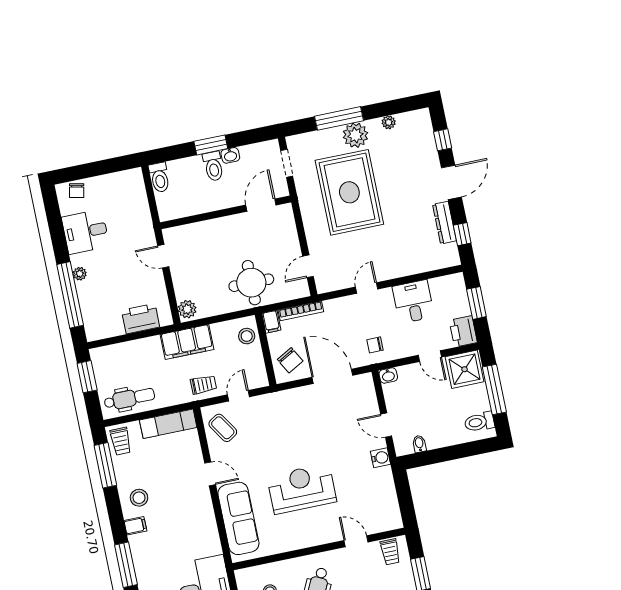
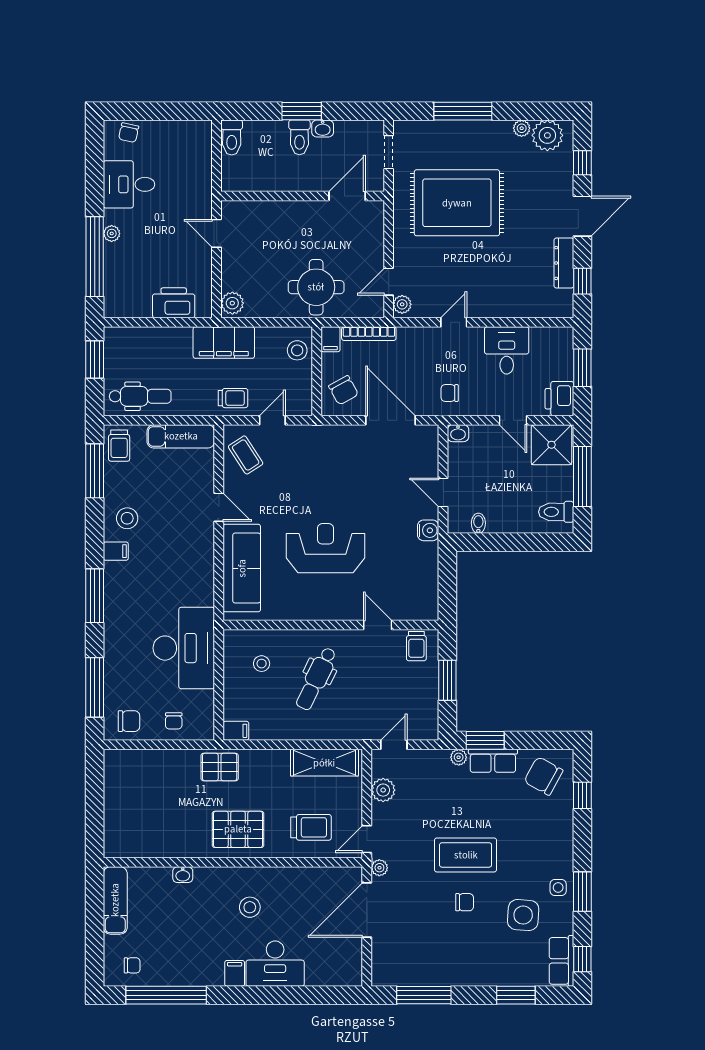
plant: (355, 135) -> (547, 135), moved
rug: (349, 192) -> (457, 203), turned 90
plant: (323, 282) -> (402, 304), added

